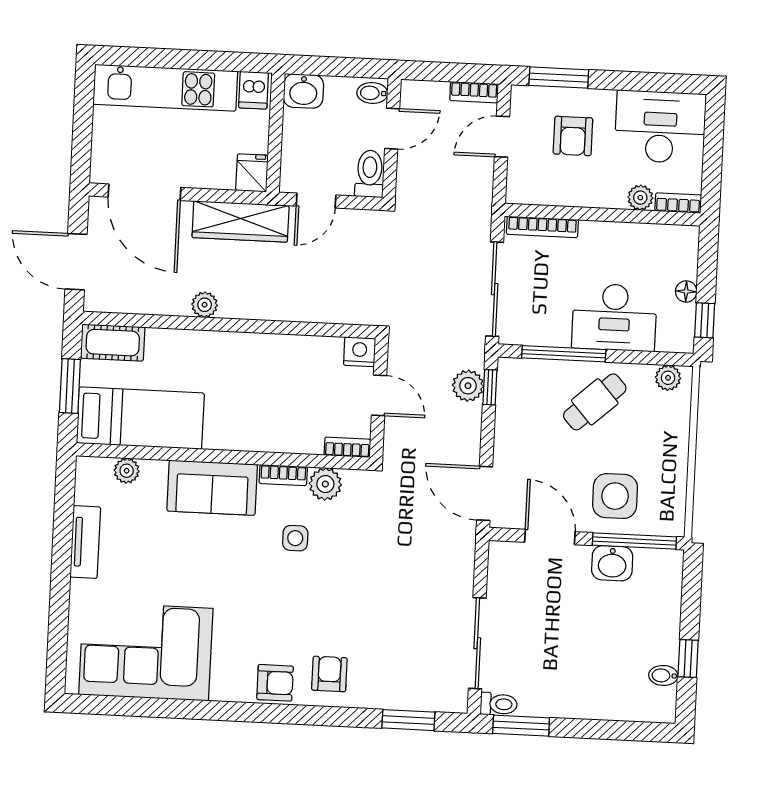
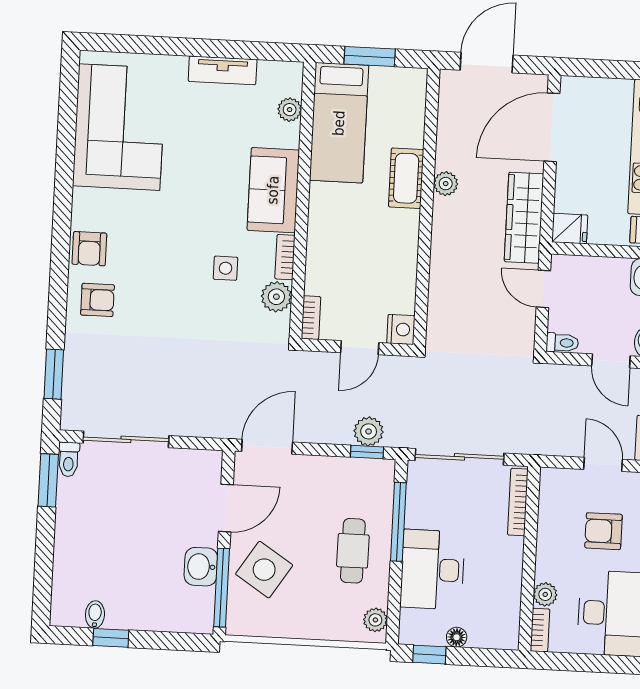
toilet: (370, 174) -> (562, 343), width x0.73, depth x0.72
cot: (113, 343) -> (406, 178), moved
cafe table: (595, 402) -> (353, 551), turned 42
side table: (615, 496) -> (264, 570), turned 33

